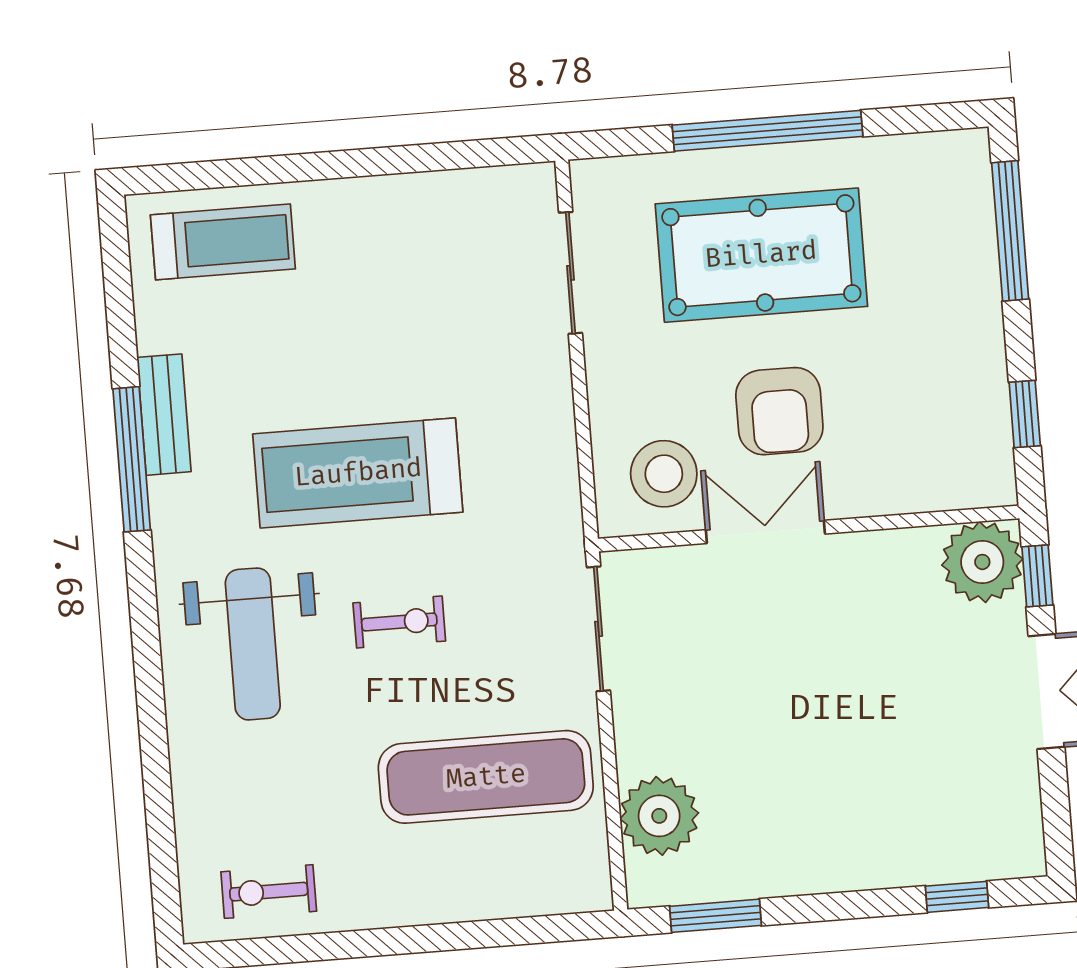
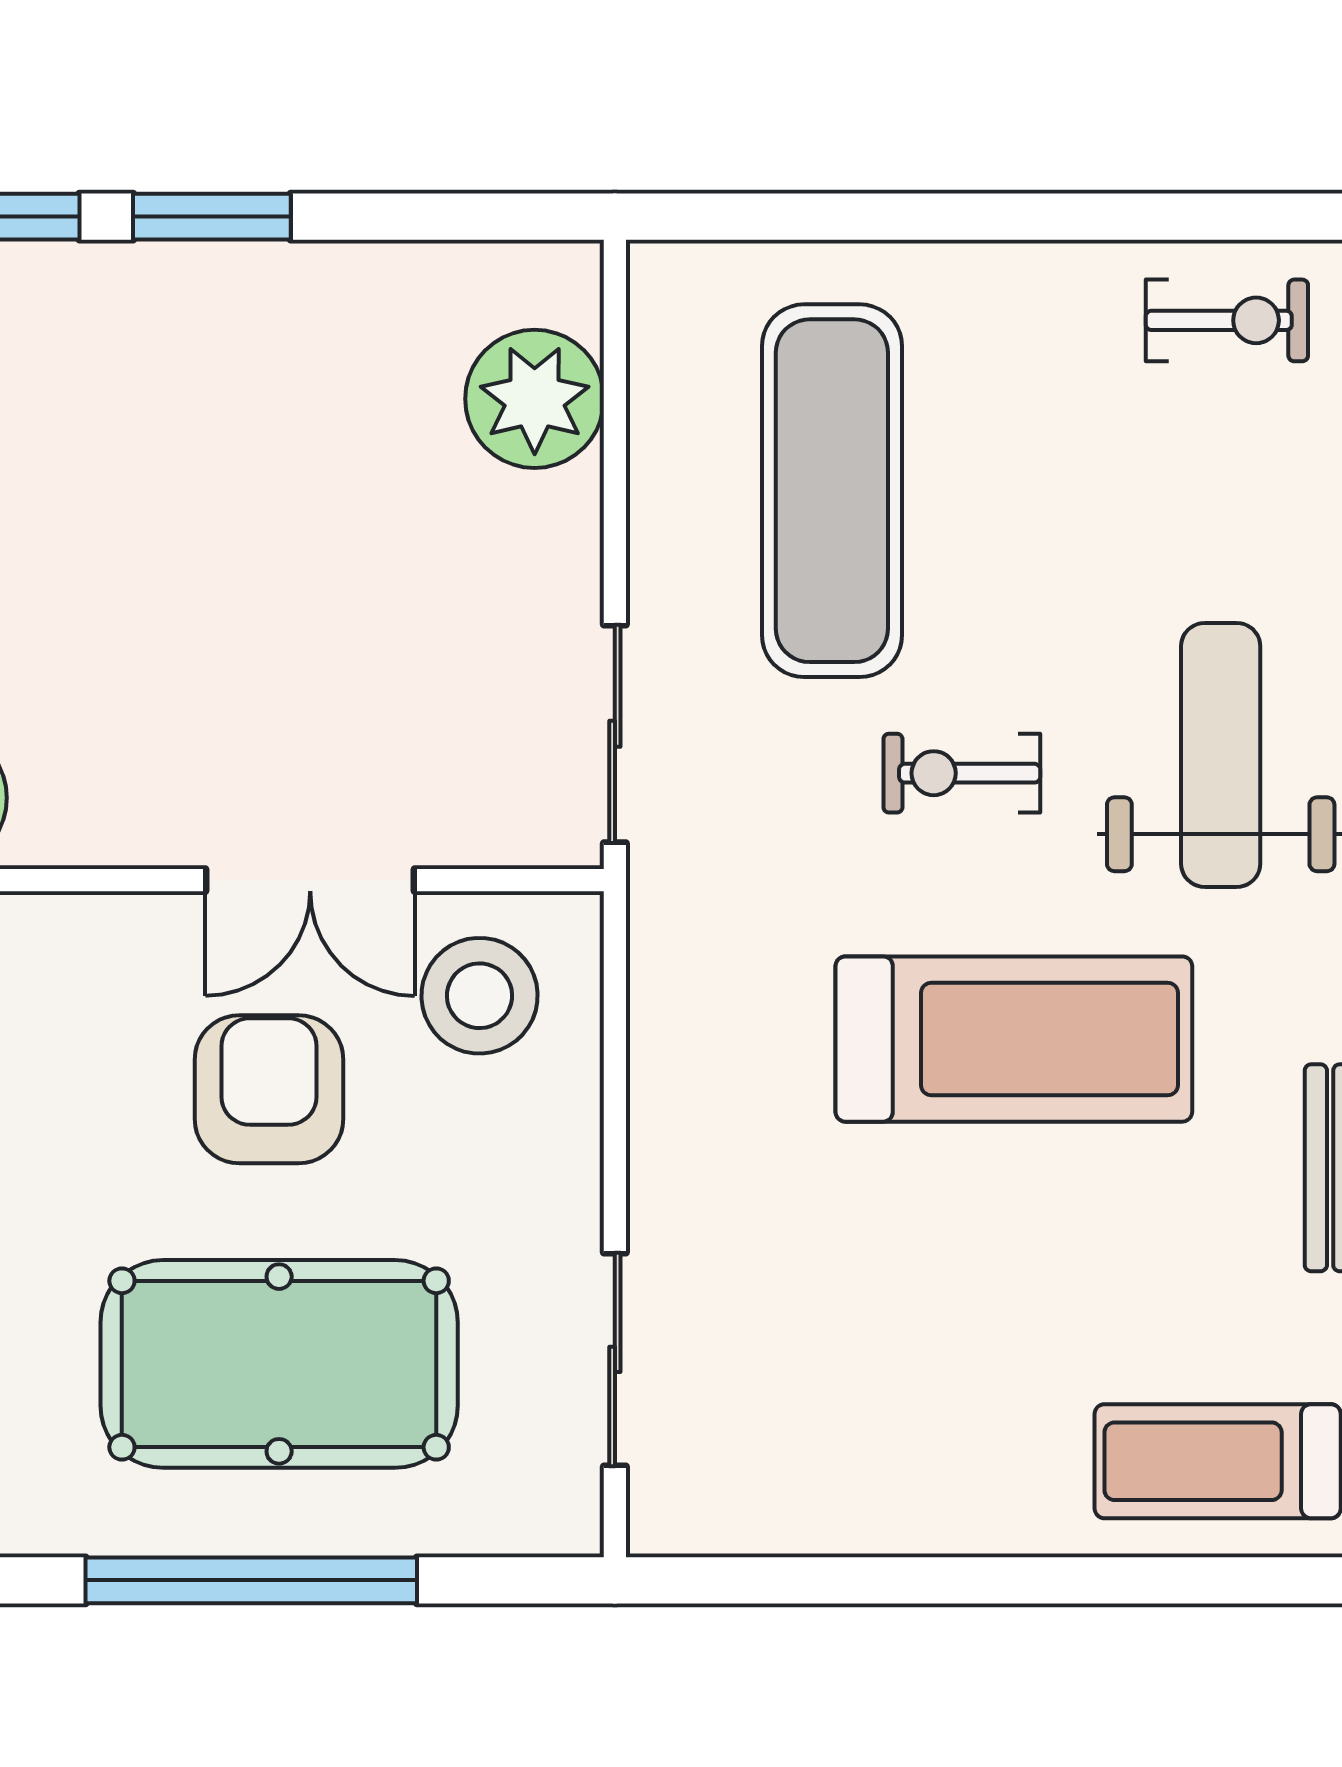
exercise mat: (486, 777) -> (832, 491), turned 90
window: (715, 916) -> (212, 217), moved

